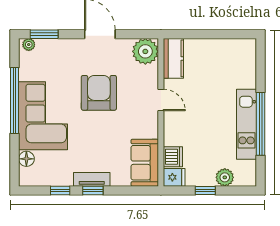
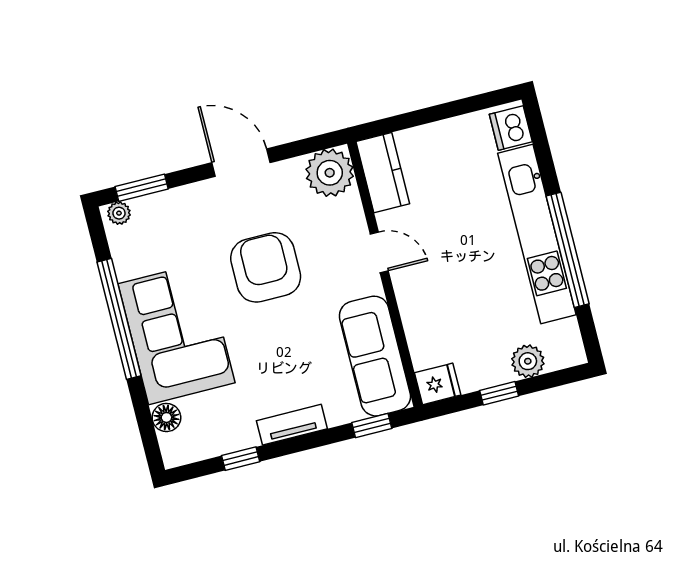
kitchen unit: (247, 124) -> (537, 234), width x1.36
dishwasher: (173, 157) -> (511, 128), moved, turned 180
sofa: (145, 163) -> (375, 356), width x1.36
window: (93, 190) -> (372, 426), moved

